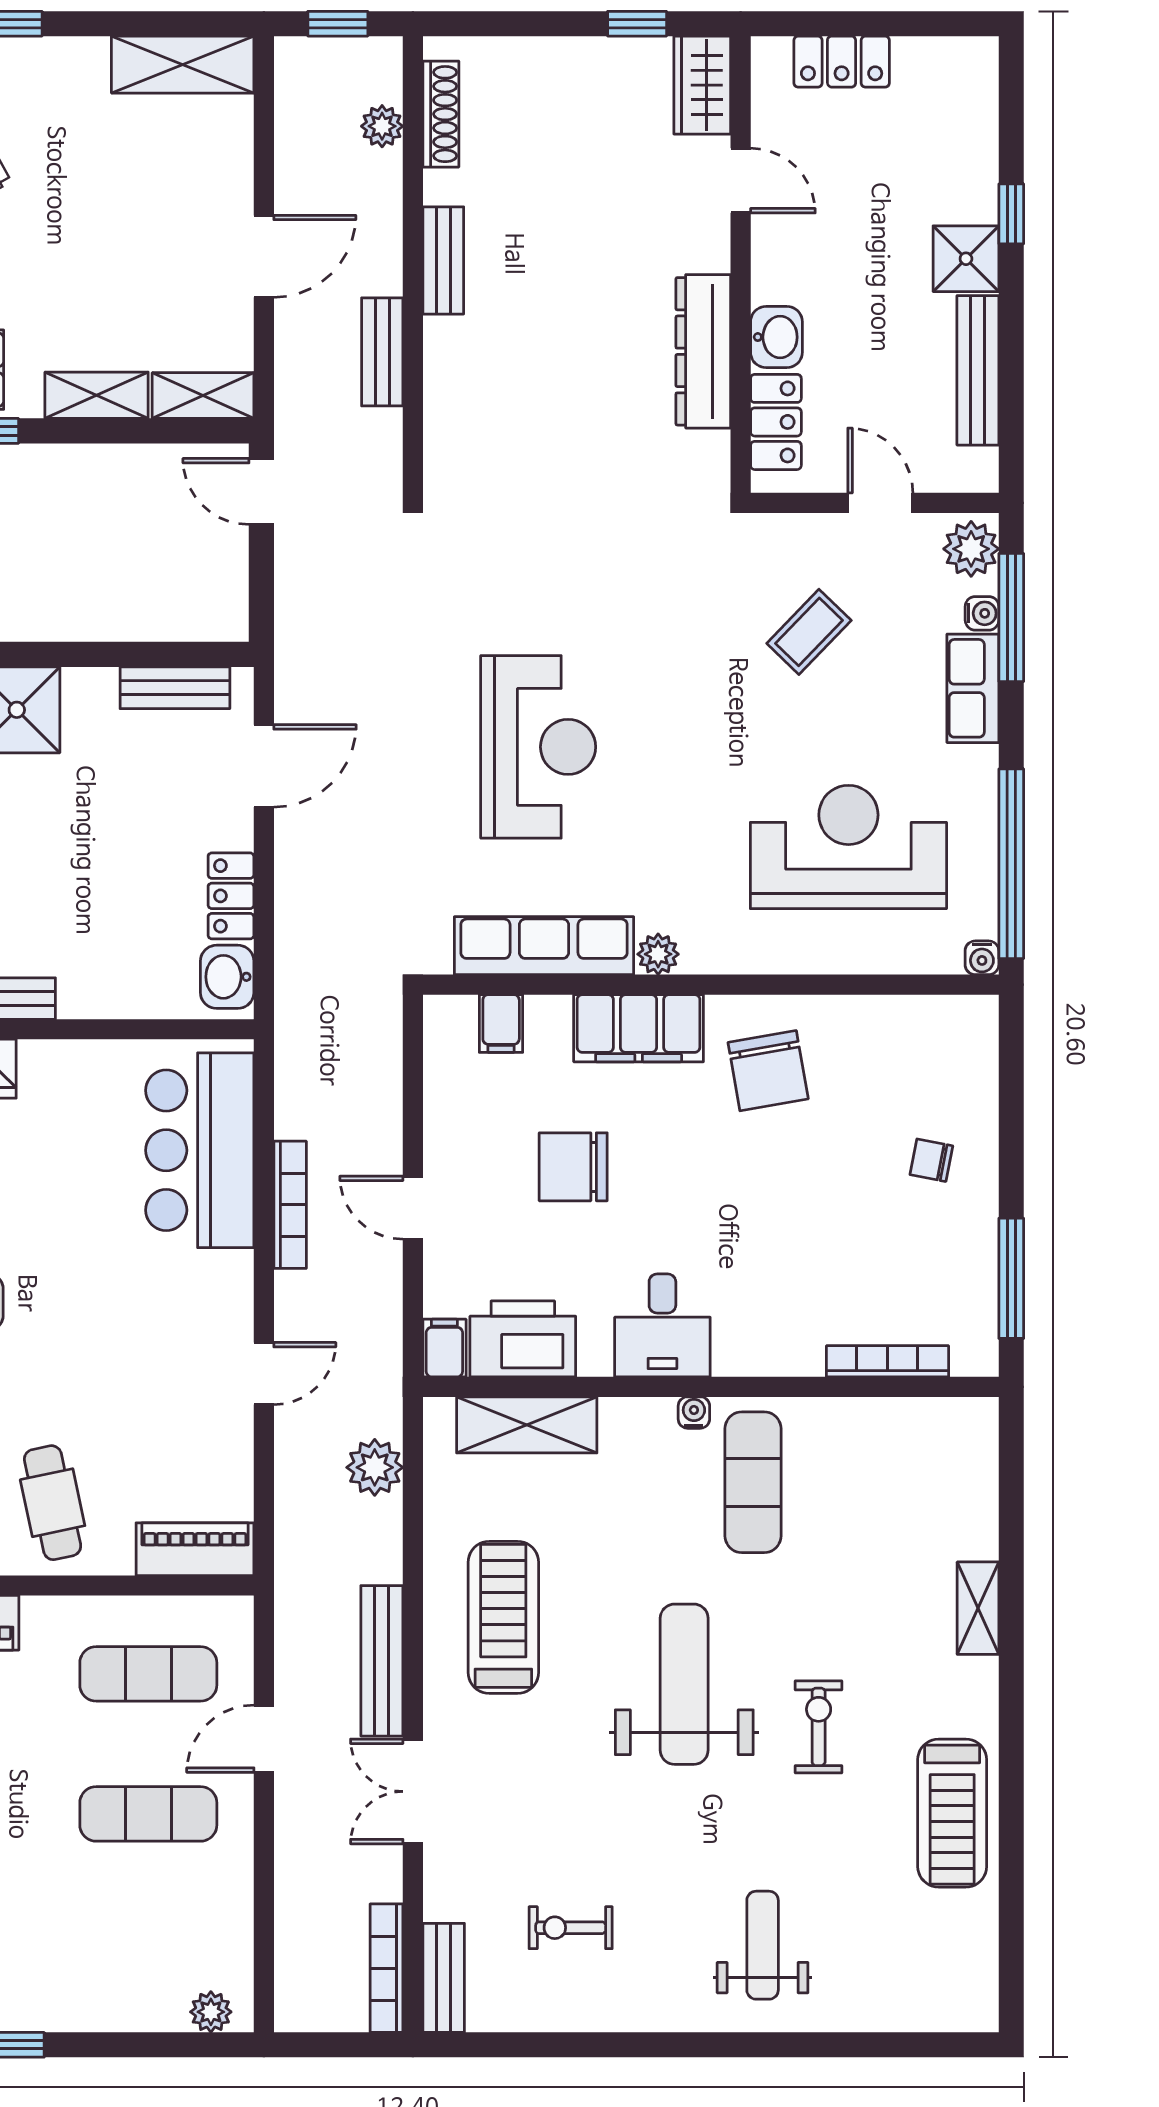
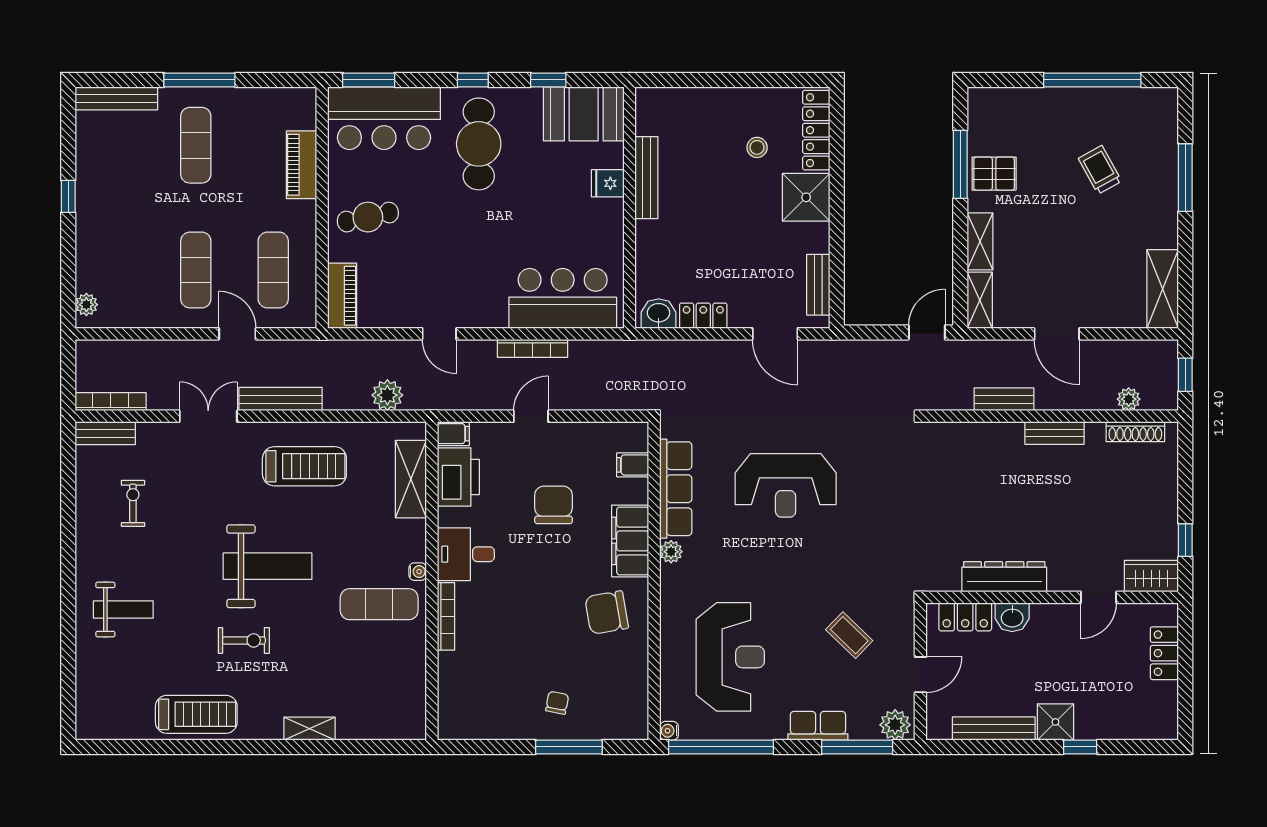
water cooler: (982, 613) -> (859, 731), removed
window: (1011, 1278) -> (569, 747), moved
bookcase: (887, 1361) -> (446, 616), moved
treadmill: (952, 1813) -> (196, 714), turned 180

